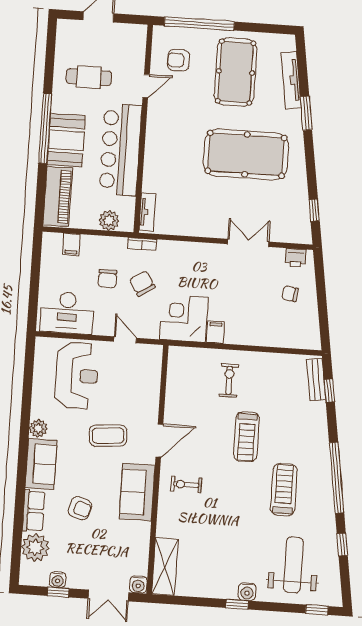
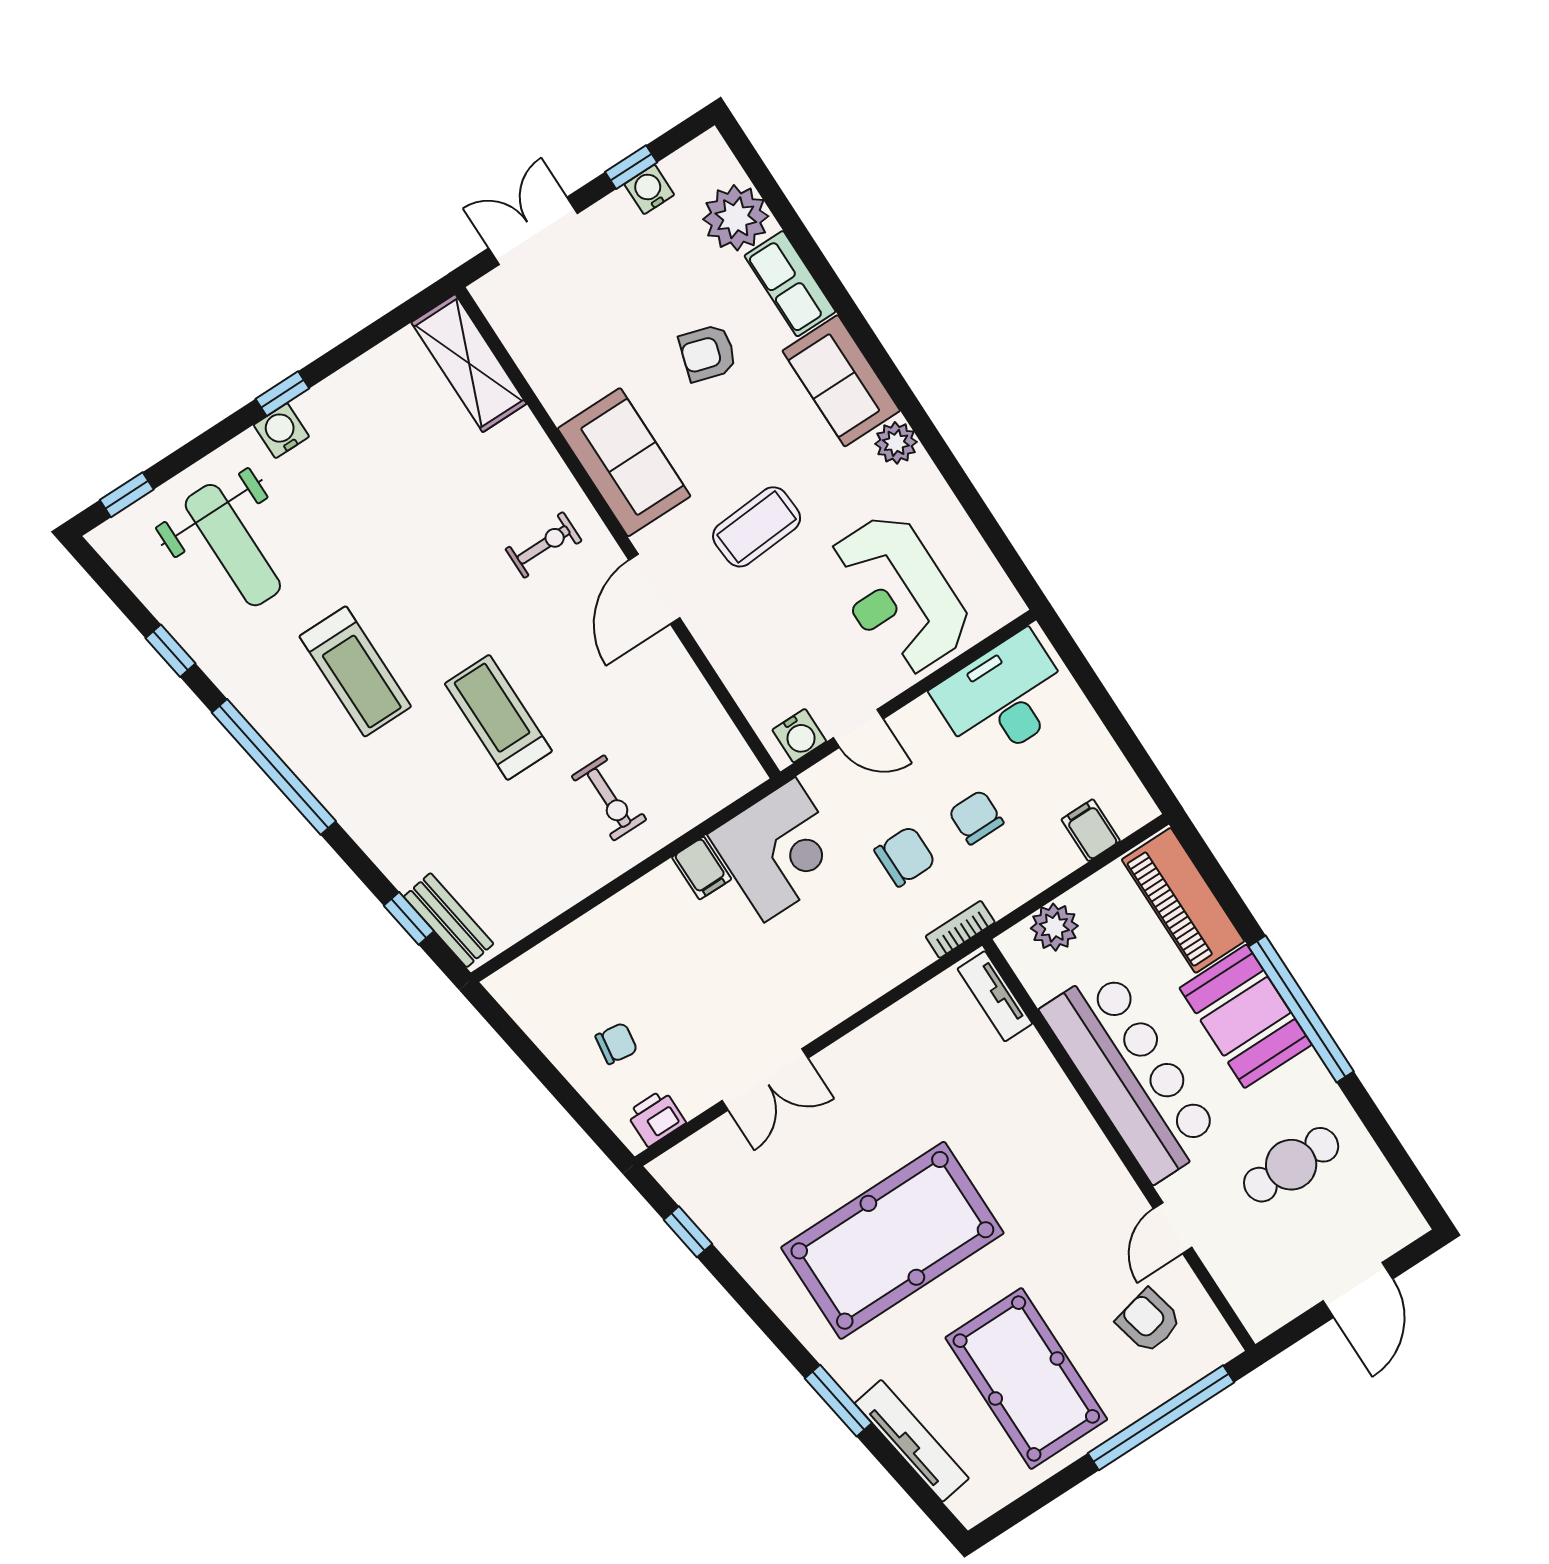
armchair: (178, 60) -> (1149, 1321), turned -103
chair: (142, 284) -> (905, 856), turned -57
water cooler: (138, 585) -> (799, 736), moved, turned 180

